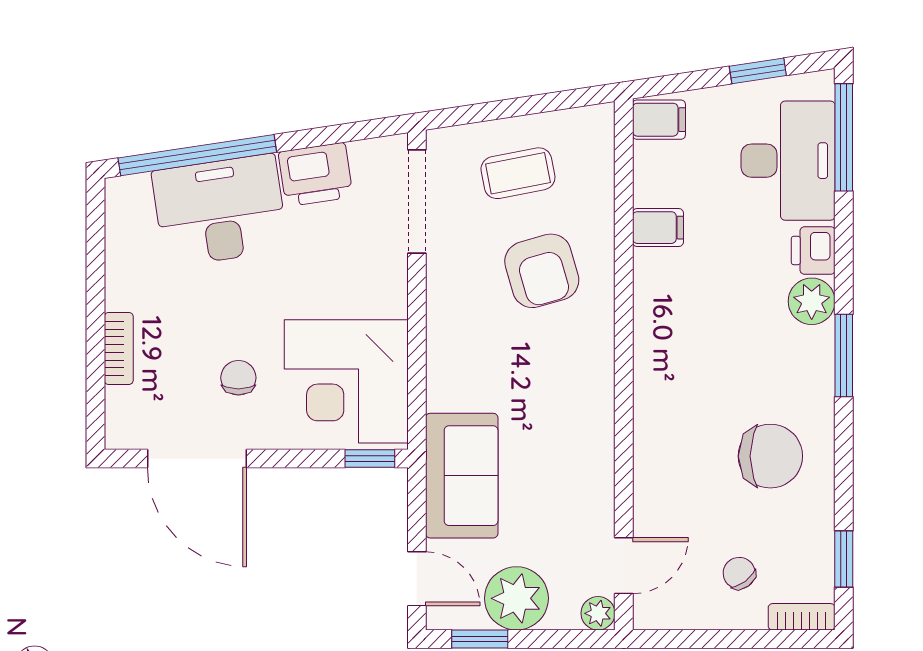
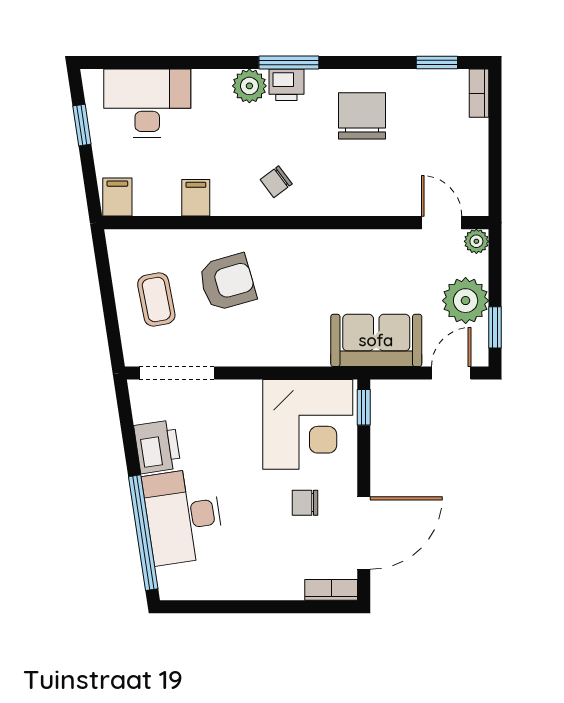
window: (844, 137) -> (130, 63), removed
printer: (813, 250) -> (286, 85), moved
bookcase: (119, 348) -> (331, 590), moved
chair: (739, 573) -> (276, 182), moved

